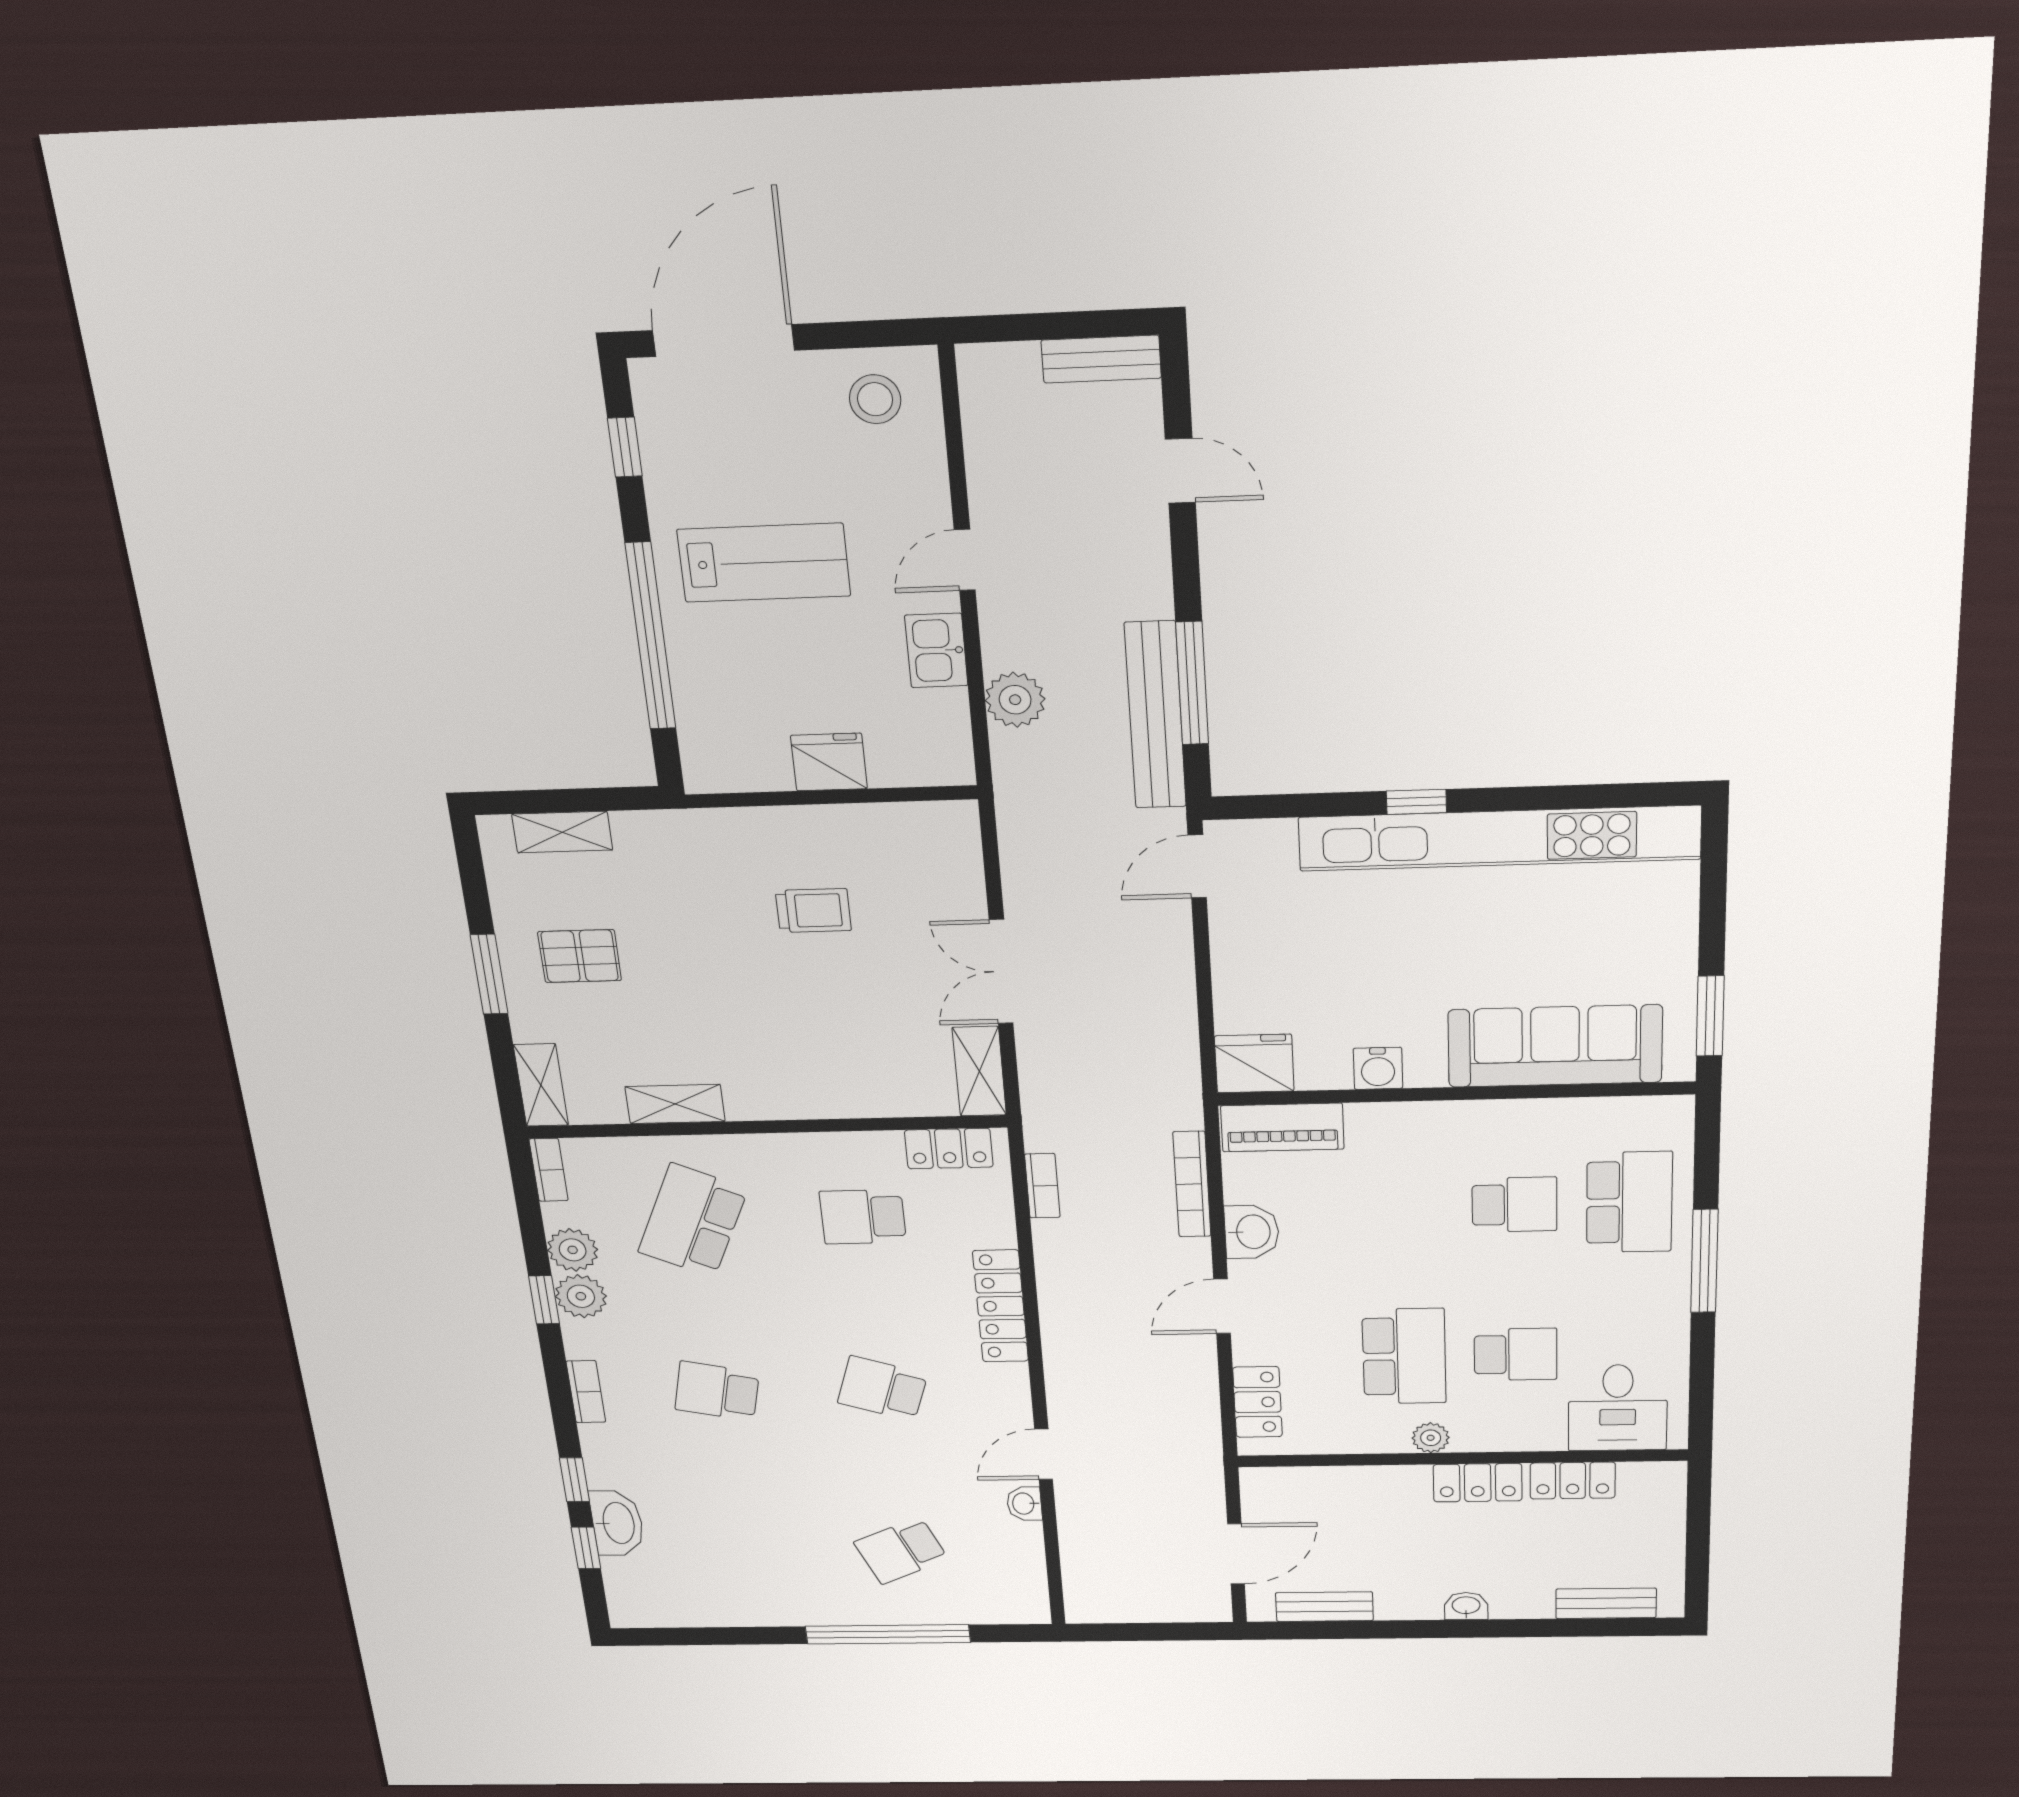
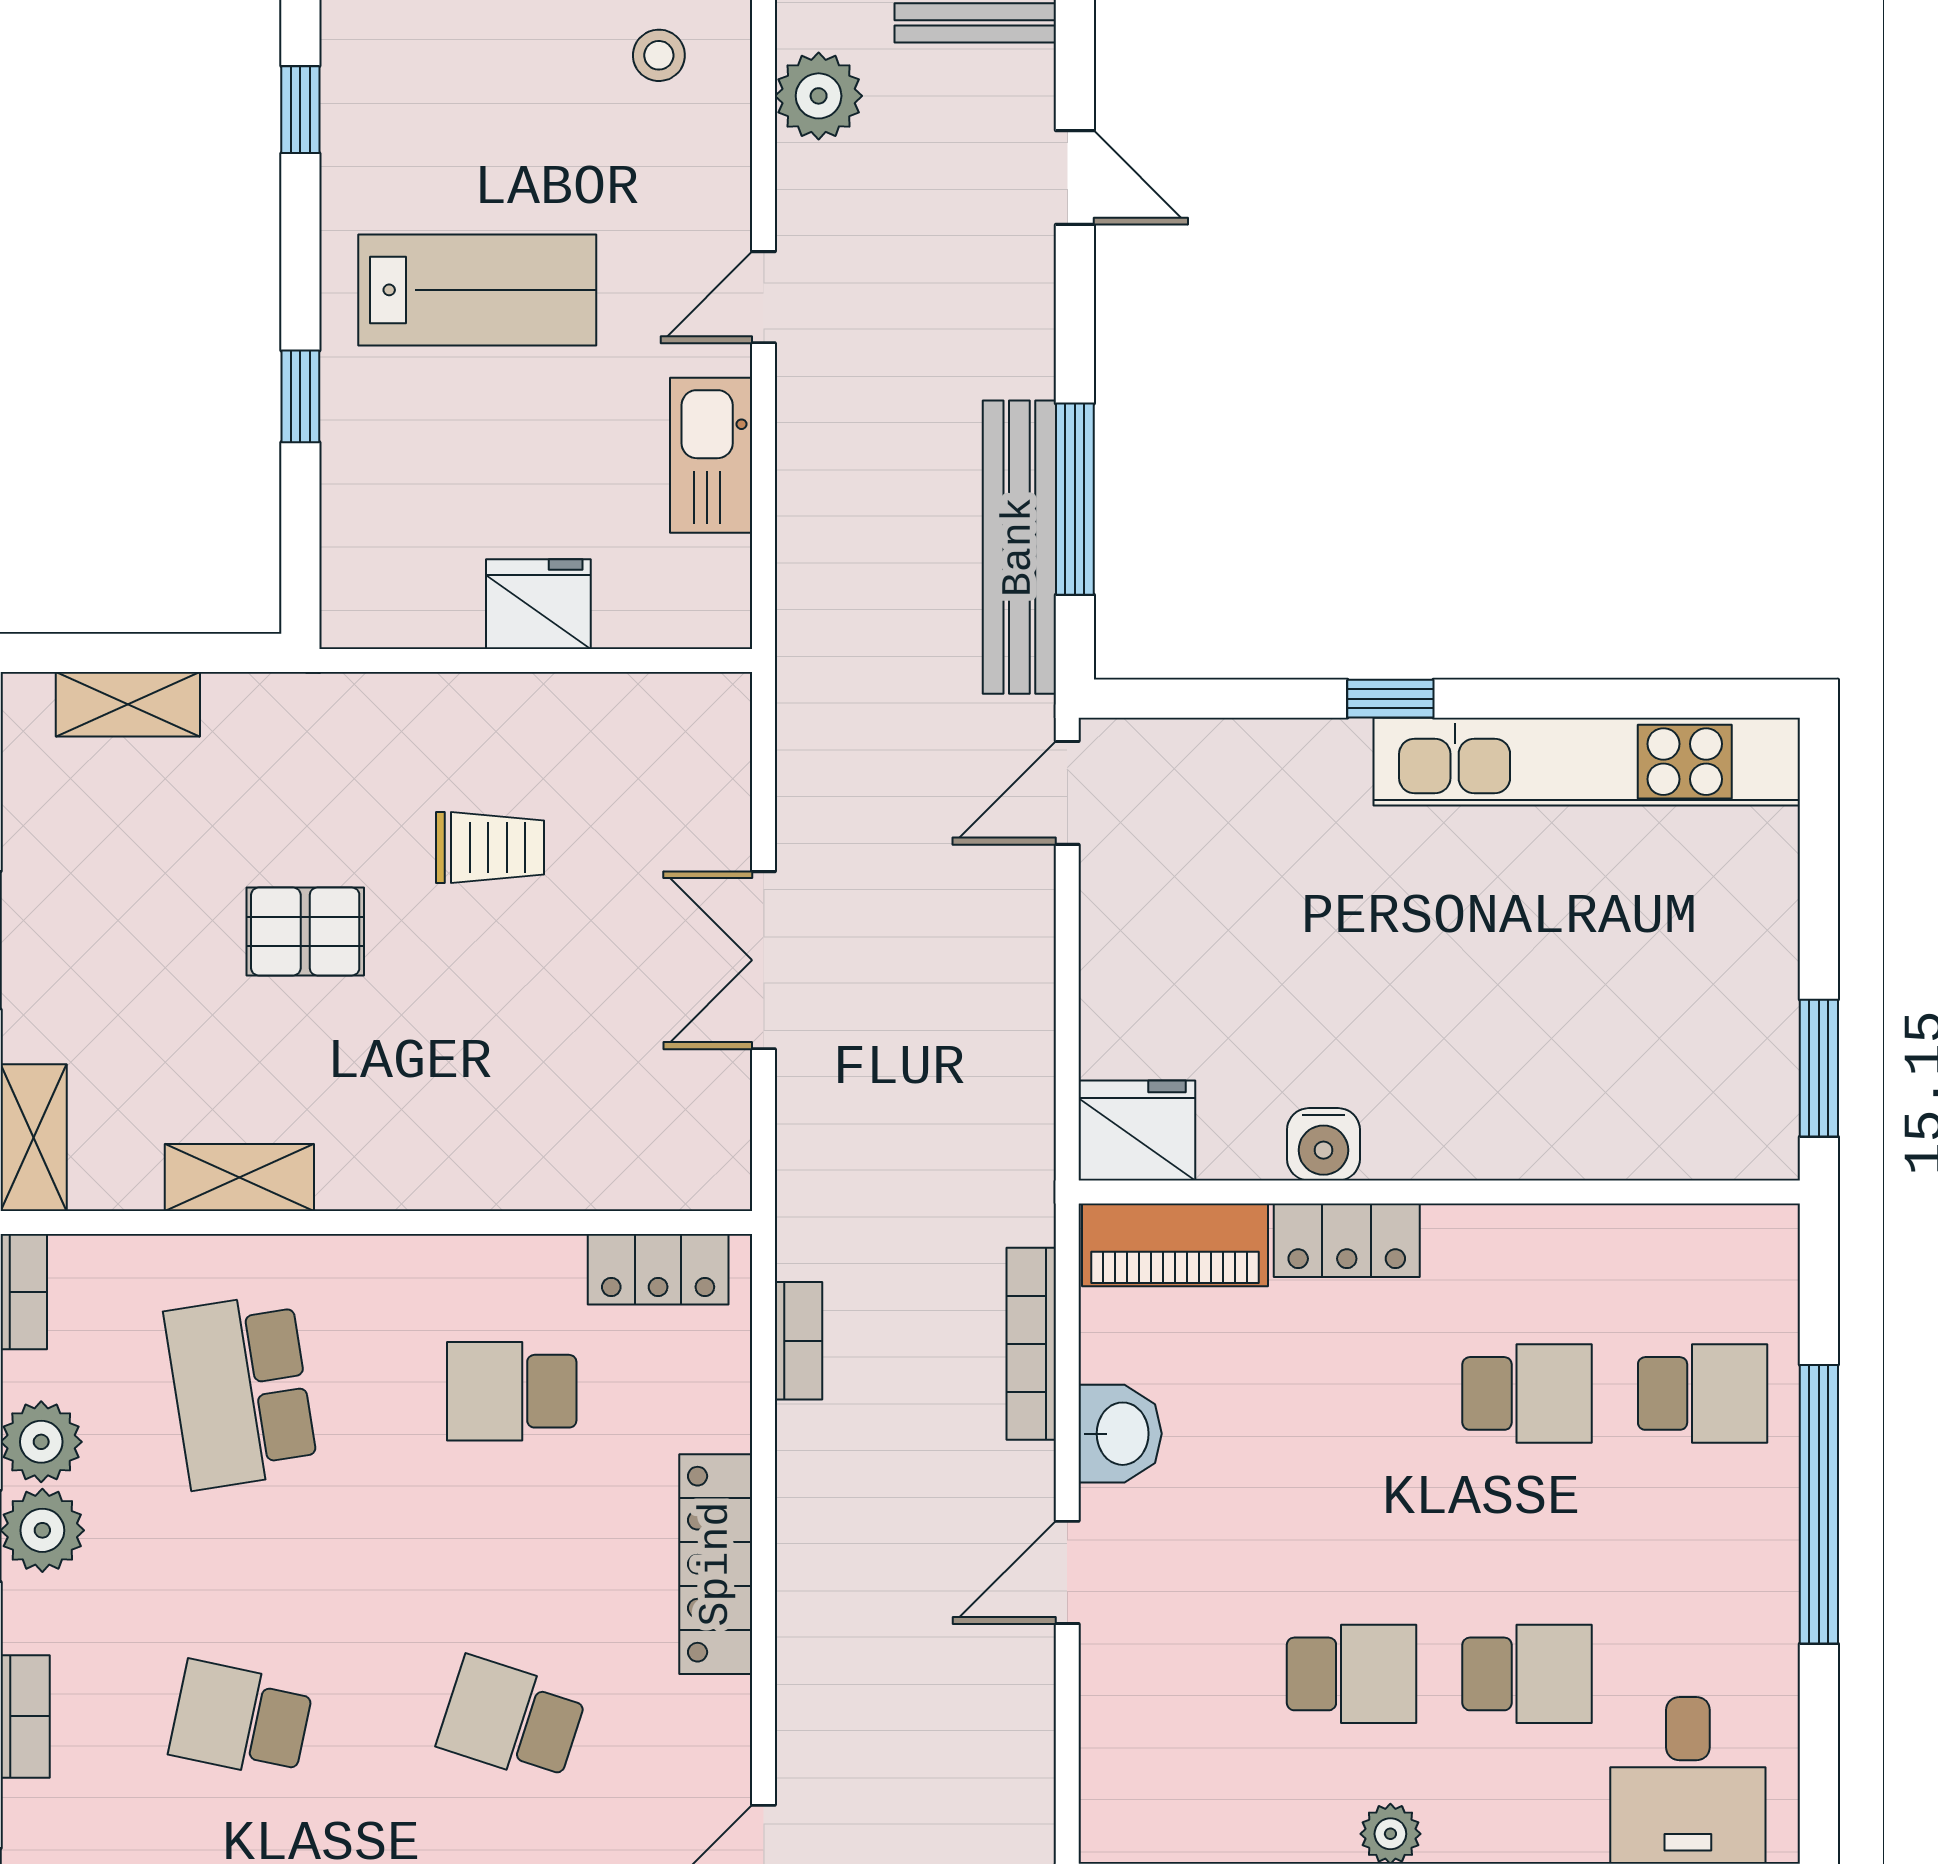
stool: (875, 399) -> (659, 55), width x0.73, depth x0.73
window: (651, 636) -> (300, 396), width x0.32
kitchen sink: (936, 650) -> (711, 455), width x1.38
plant: (1015, 700) -> (819, 96), moved
kitchen unit: (1499, 838) -> (1587, 762), width x0.73
pallet: (580, 956) -> (305, 932), moved
sofa: (1555, 1046) -> (1589, 1113), removed
shelving: (979, 1071) -> (717, 1132), removed
school desk: (1629, 1202) -> (1703, 1393), width x0.54
school desk: (693, 1220) -> (241, 1391), turned -33
window: (1704, 1261) -> (1819, 1504), width x1.46
school desk: (1404, 1356) -> (1351, 1674), width x0.54
locker: (1258, 1402) -> (1347, 1240), moved, turned 90

